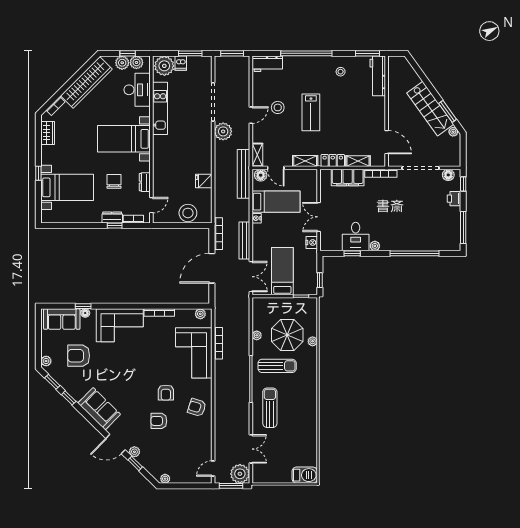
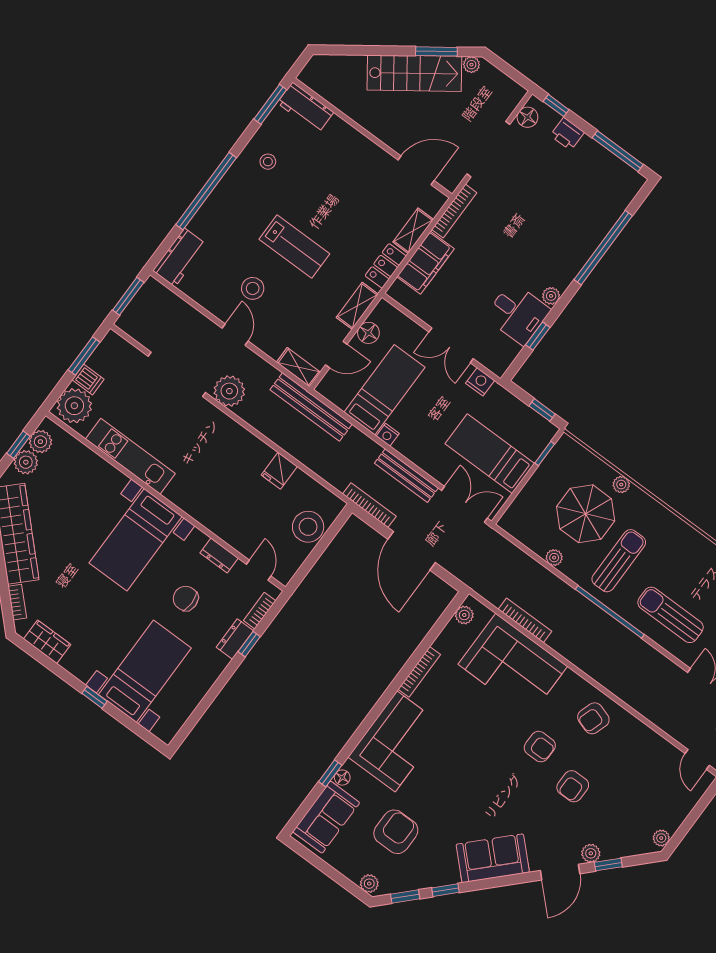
workbench: (378, 76) -> (305, 108), width x0.73
desk: (137, 90) -> (80, 469), removed
floor lamp: (261, 175) -> (368, 333), moved
armchair: (79, 356) -> (396, 832), turned 180

